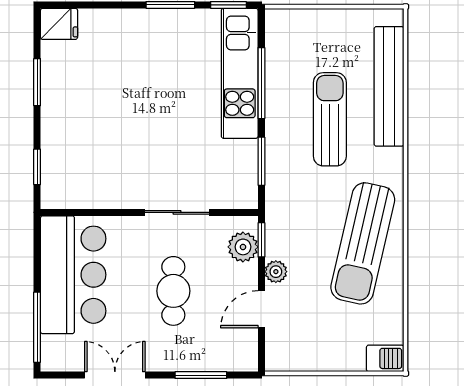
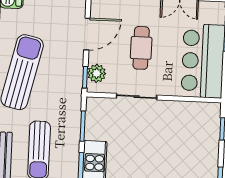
plant: (276, 272) -> (77, 57), removed
door: (261, 309) -> (87, 34), width x1.38

